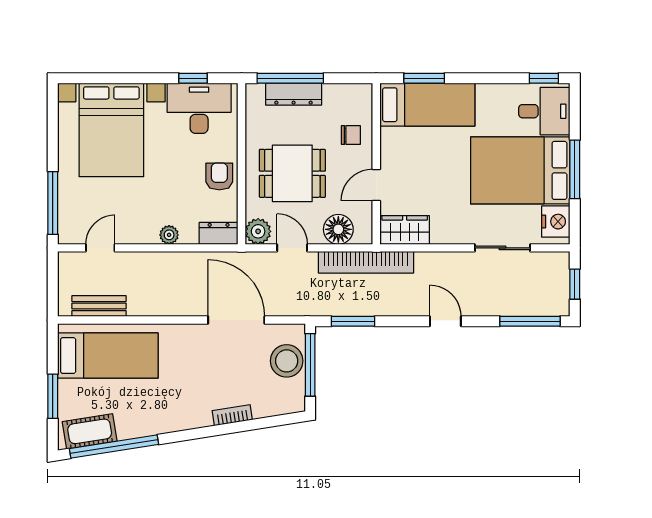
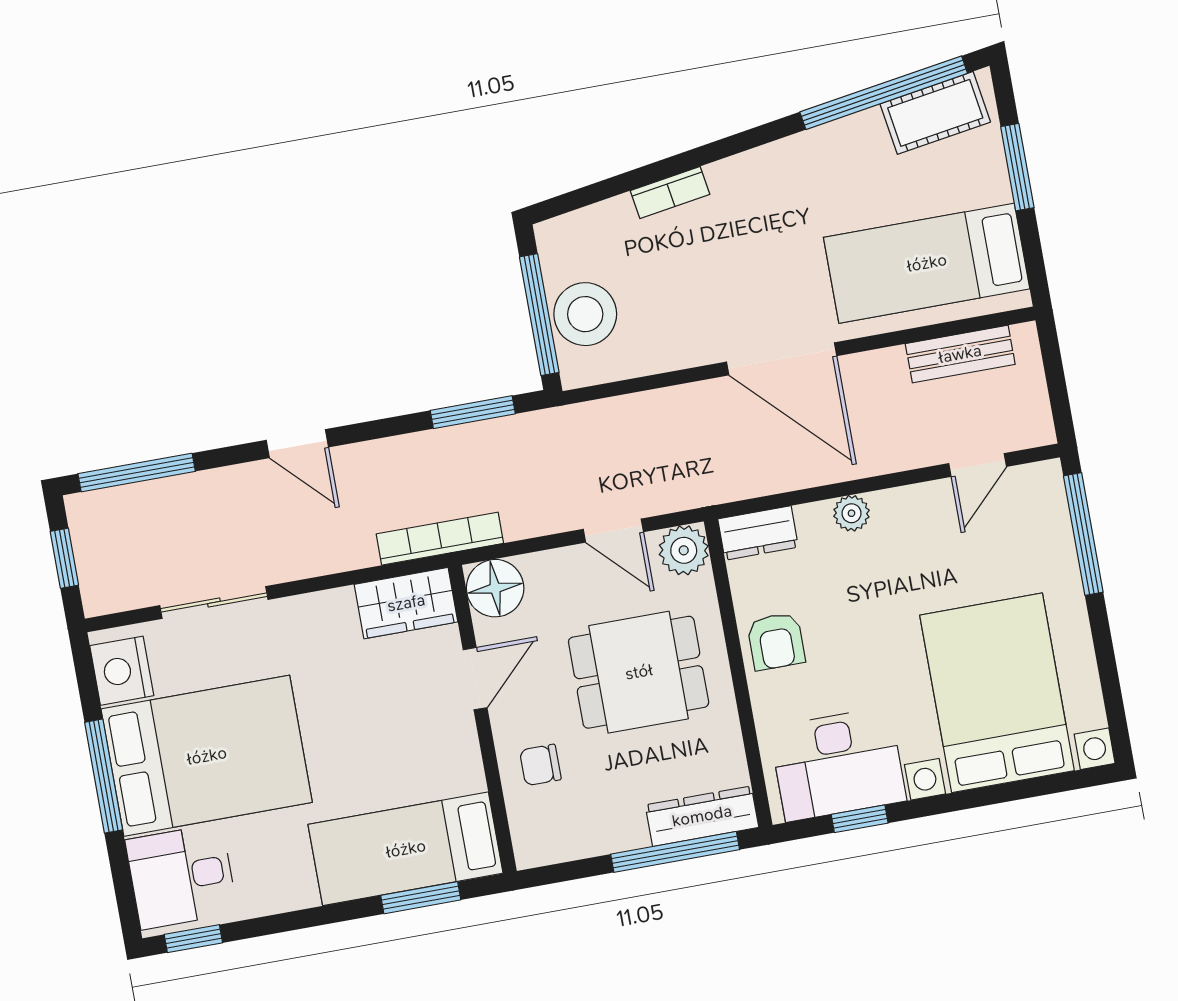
dresser: (294, 94) -> (702, 816), moved
floor lamp: (338, 229) -> (495, 588), moved
bookcase: (366, 262) -> (440, 539), width x0.68, depth x0.76
door: (236, 320) -> (782, 359), moved

